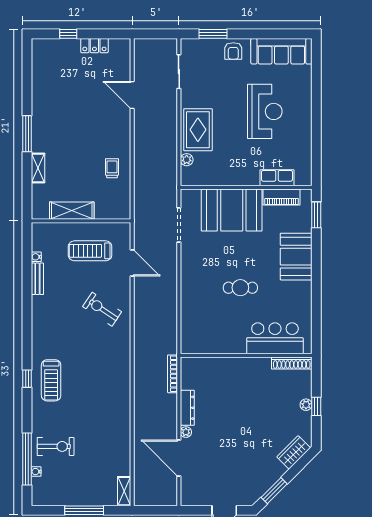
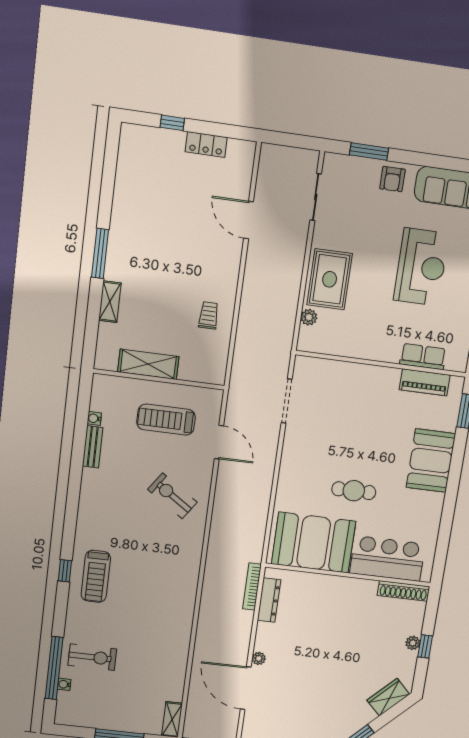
booth: (232, 210) -> (314, 543), moved
dresser: (187, 408) -> (269, 600), moved

